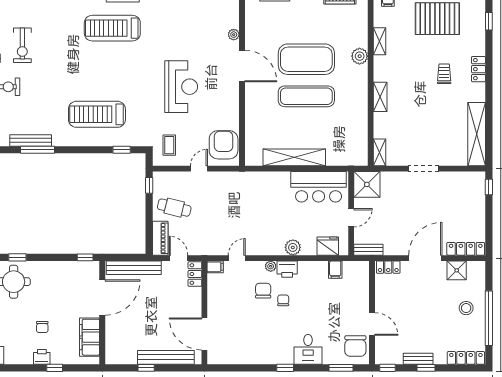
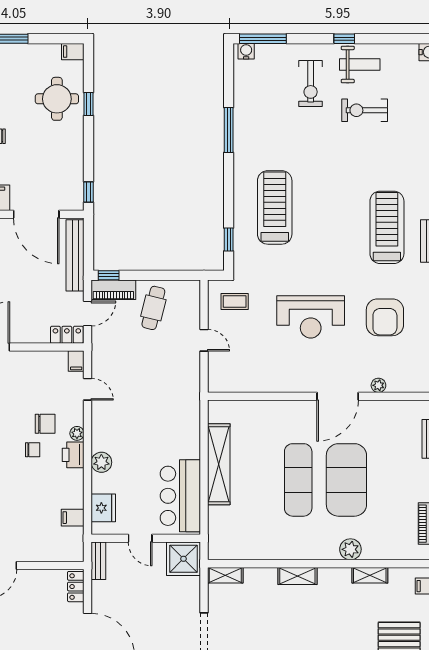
bench: (31, 140) -> (241, 121), removed
armchair: (224, 145) -> (385, 317), moved, turned 90
window: (149, 185) -> (109, 275), moved

